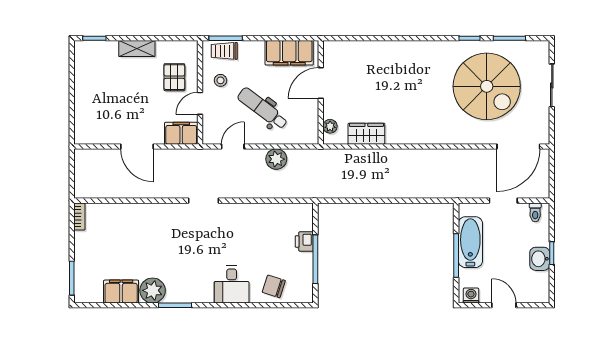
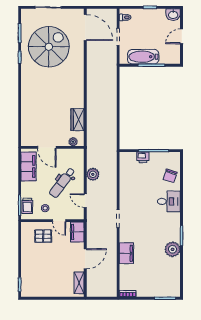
shelving: (137, 49) -> (79, 283), moved
washbasin: (540, 259) -> (173, 15), moved
filing cabinet: (121, 292) -> (126, 253), moved, turned 180
washing machine: (471, 296) -> (176, 56), removed

